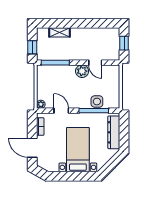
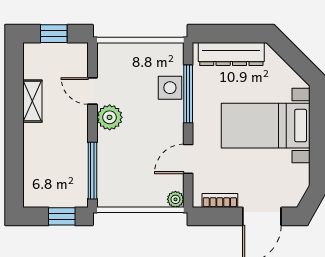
shelving: (59, 32) -> (32, 101), moved
door: (95, 63) -> (92, 91), swing flipped

